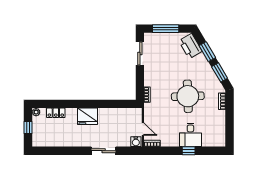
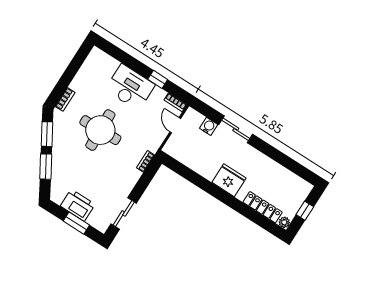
window: (166, 29) -> (76, 223), width x0.69
printer: (190, 46) -> (78, 205), moved, turned -60
locker: (56, 113) -> (263, 207), width x1.53
desk: (190, 135) -> (130, 87), width x1.37
water cooler: (136, 142) -> (209, 126), moved
window: (189, 151) -> (158, 79), moved

